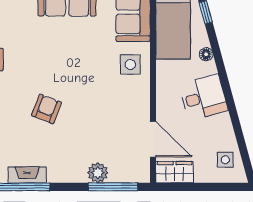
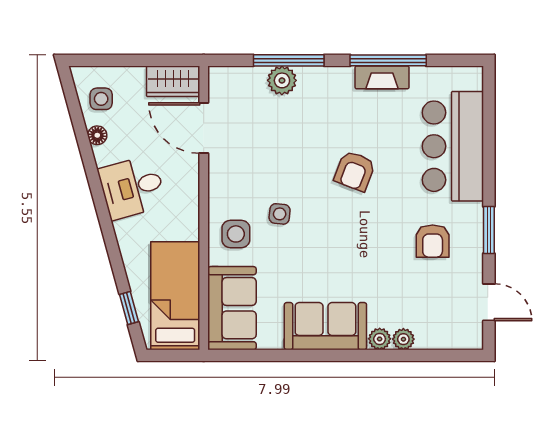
floor lamp: (206, 54) -> (97, 135), moved
side table: (99, 79) -> (280, 214), added
window: (113, 187) -> (289, 60), moved

